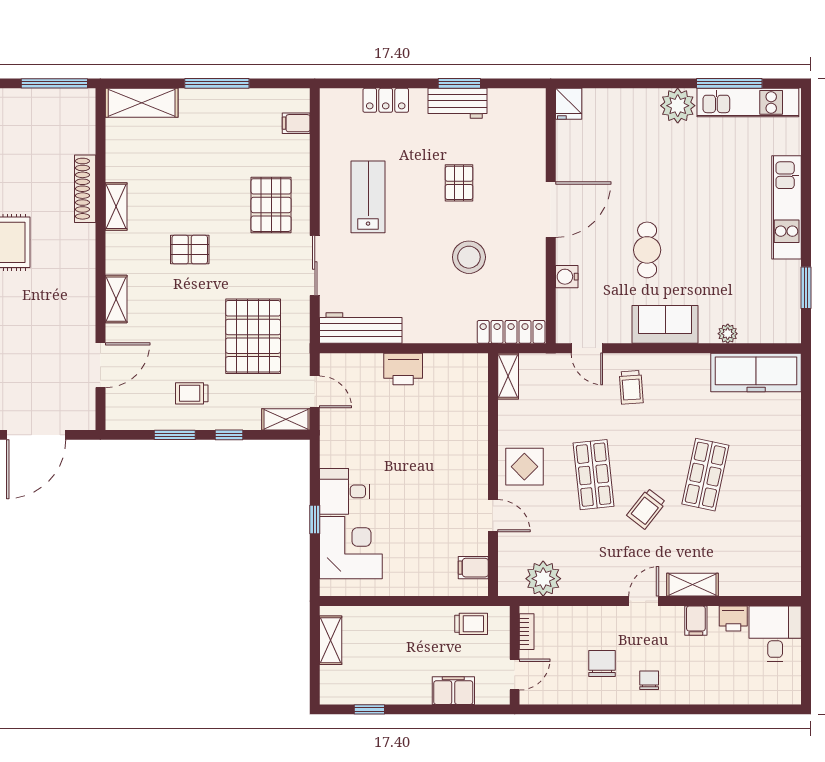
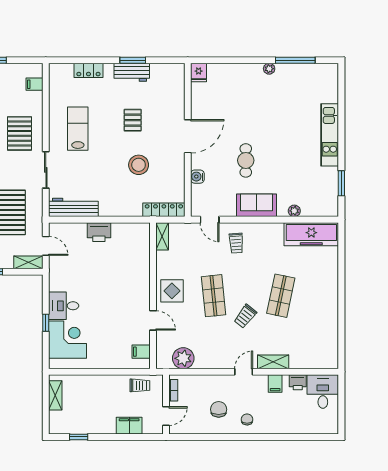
kitchen unit: (748, 102) -> (306, 72), removed
plant: (678, 106) -> (269, 69), width x0.53, depth x0.53

